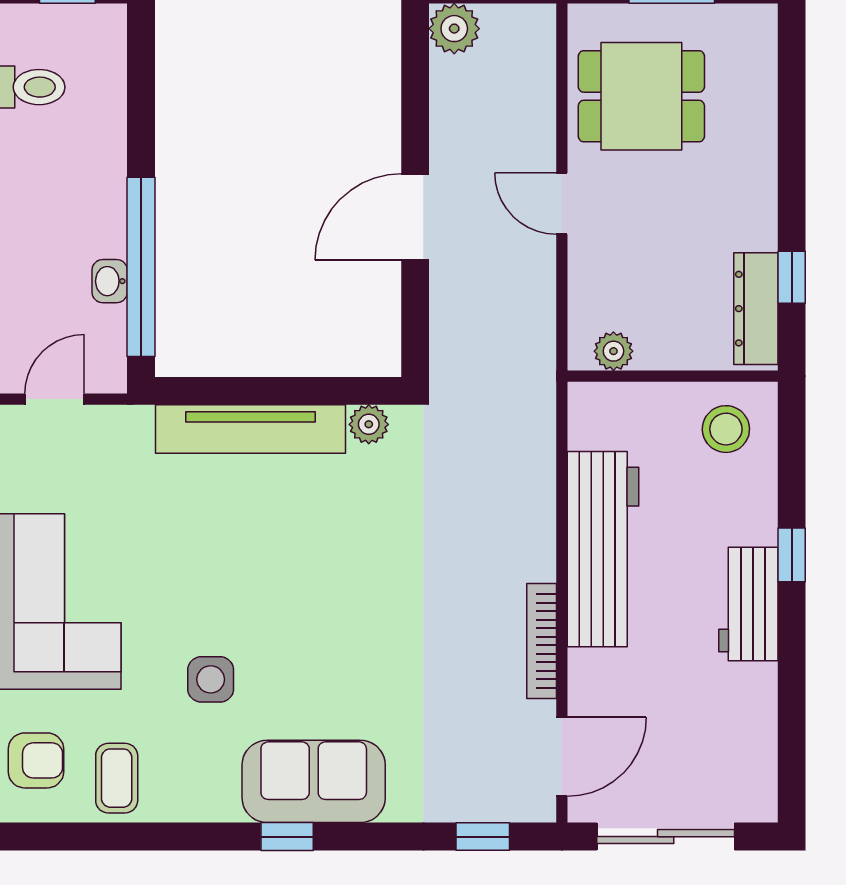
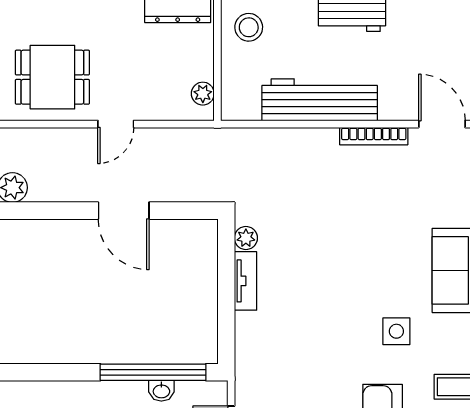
dining table: (641, 96) -> (52, 77), turned 90
tv unit: (251, 429) -> (245, 281), width x0.52, depth x0.78

